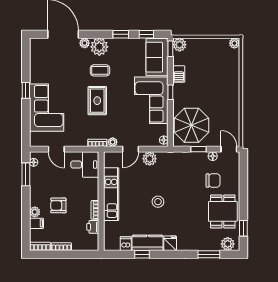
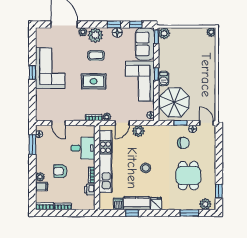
floor lamp: (125, 44) -> (117, 32), added
barbecue: (179, 74) -> (164, 79), moved
rug: (97, 101) -> (94, 81), turned 90
corner sofa: (47, 108) -> (50, 68), moved
desk: (85, 165) -> (83, 148), moved
chair: (213, 180) -> (183, 143), moved
kitchen unit: (111, 194) -> (106, 161), width x1.36
dining table: (223, 211) -> (188, 176), moved

